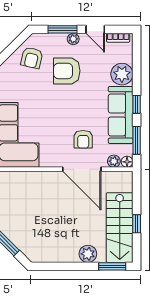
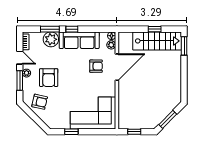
door: (95, 29) -> (20, 58), hinge flipped
window: (137, 140) -> (50, 29), moved
plant: (88, 254) -> (175, 63), removed

